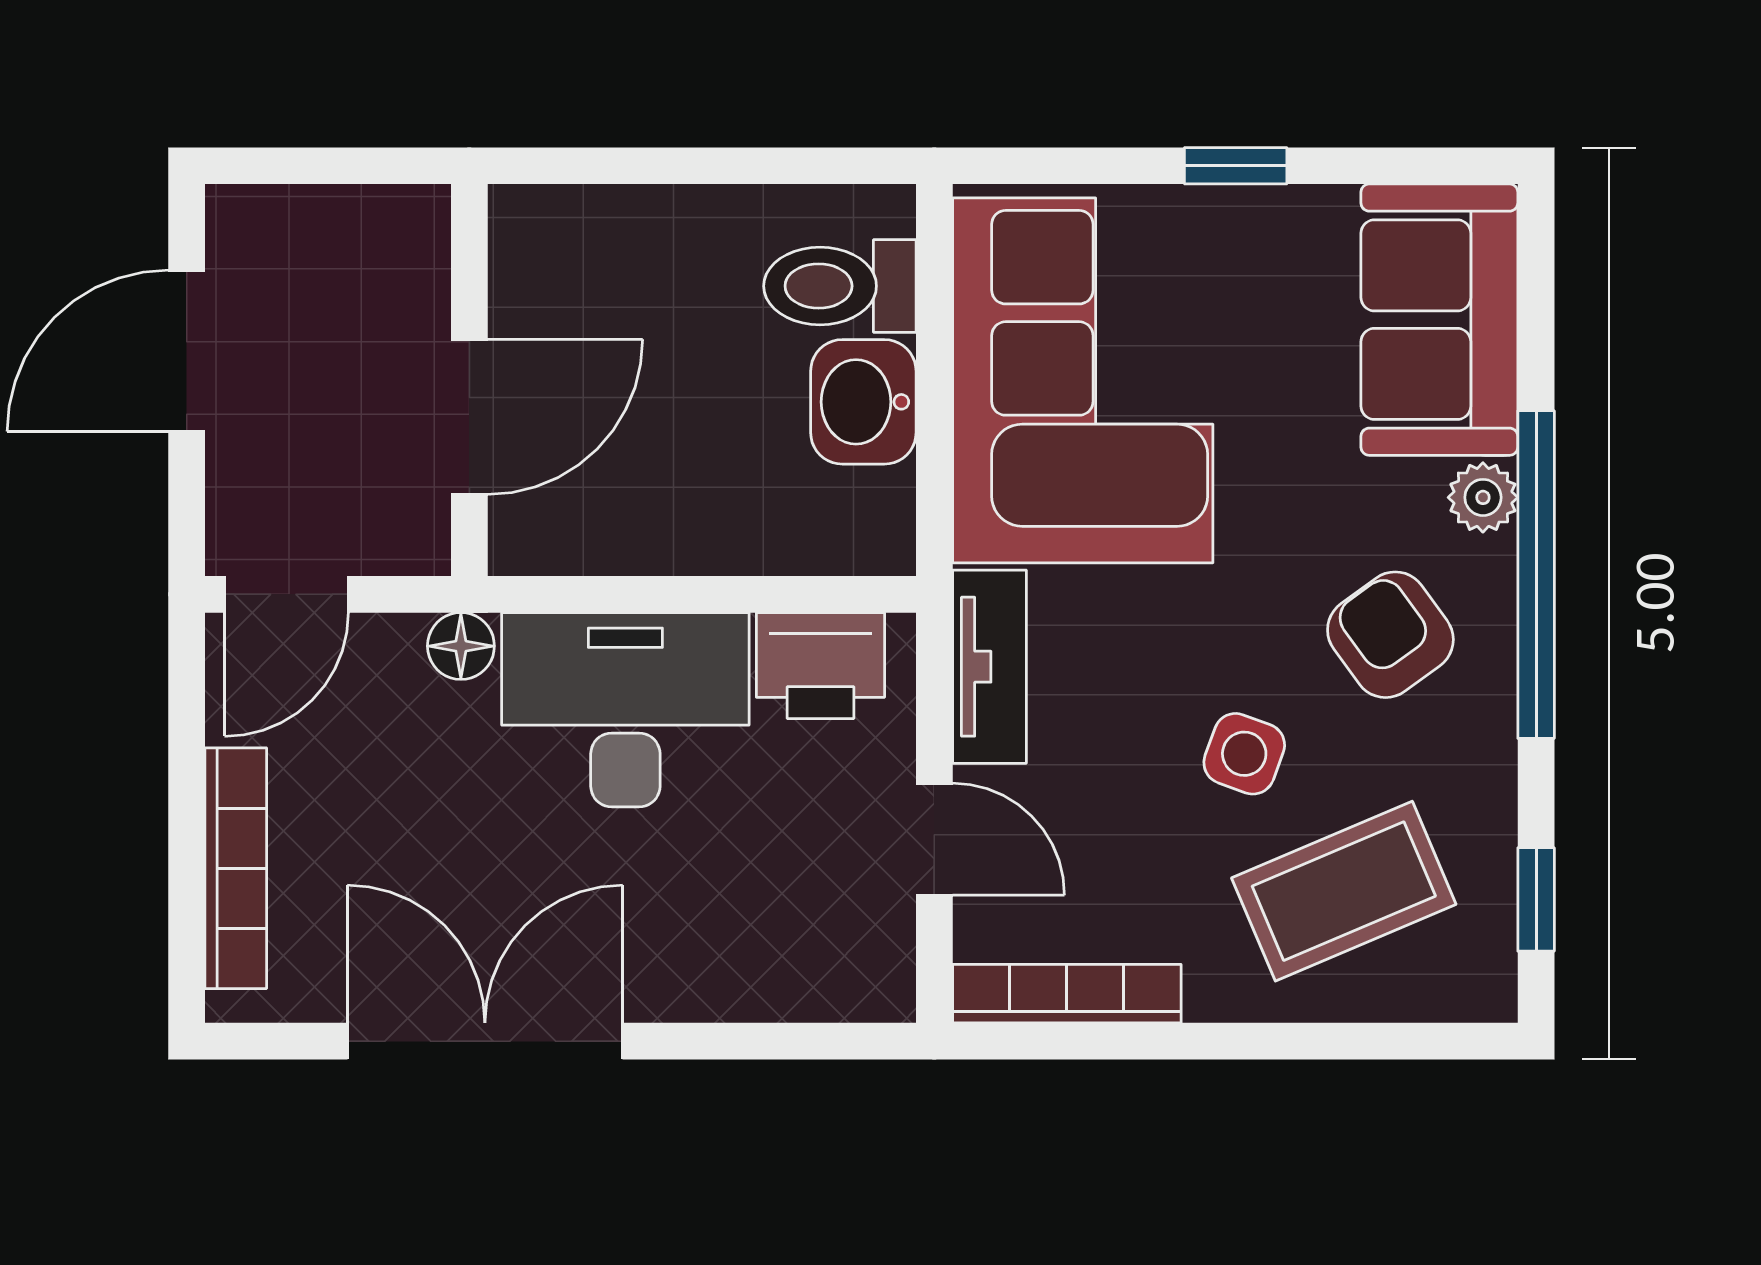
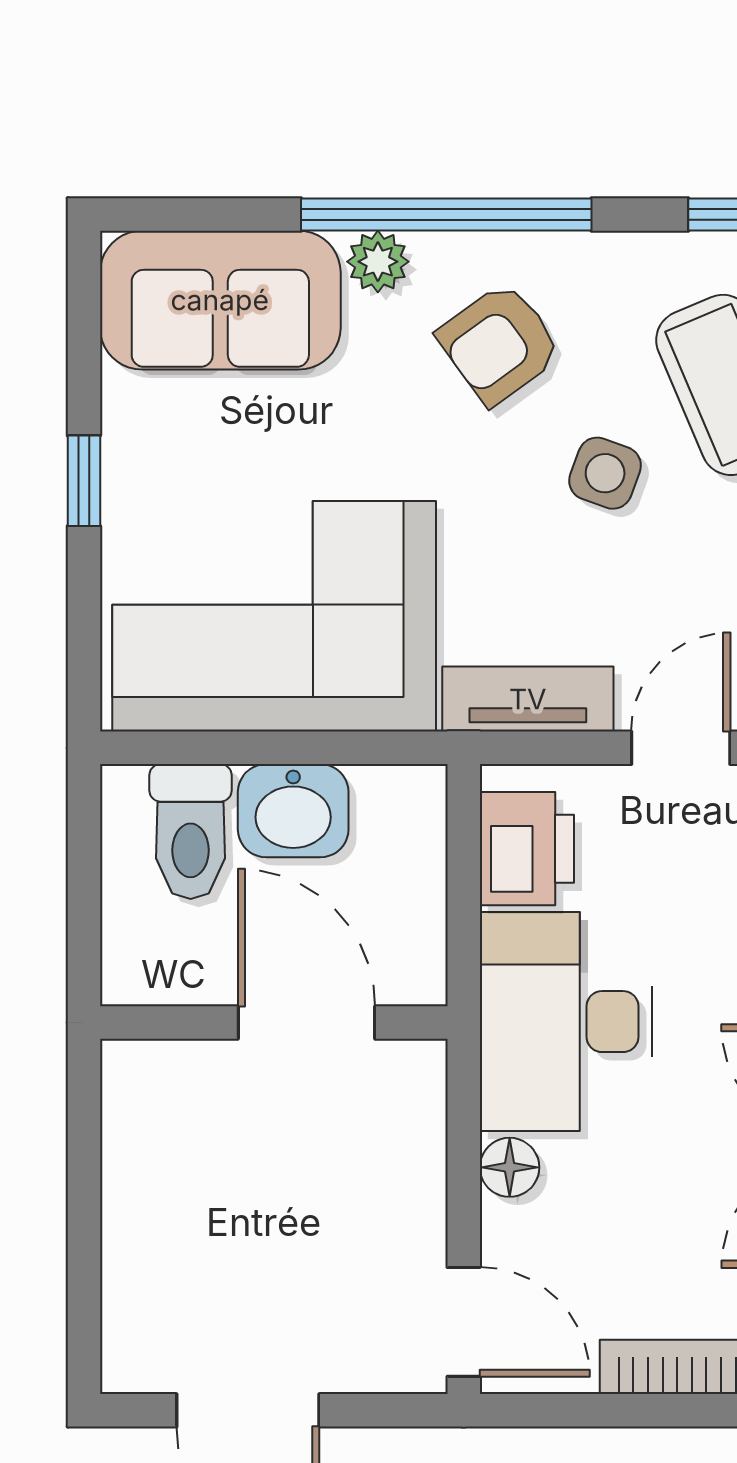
wall: (469, 380) -> (274, 1023), moved
door: (469, 417) -> (306, 1023), moved

